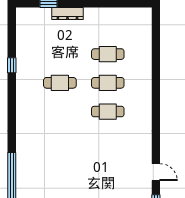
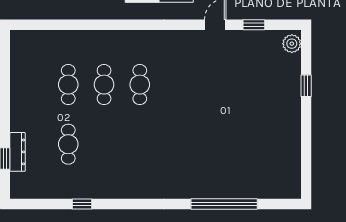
dresser: (67, 13) -> (18, 152), moved
cafe table: (60, 83) -> (68, 144), moved

